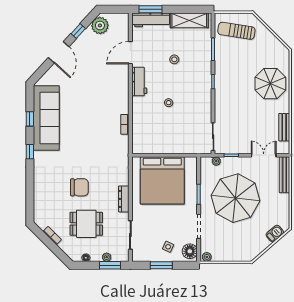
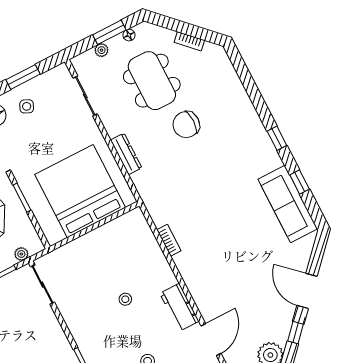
sofa: (46, 118) -> (288, 204), width x0.74, depth x0.79
dresser: (124, 199) -> (126, 154), moved
dining table: (86, 224) -> (152, 81), width x1.37
window: (110, 265) -> (109, 32), moved

